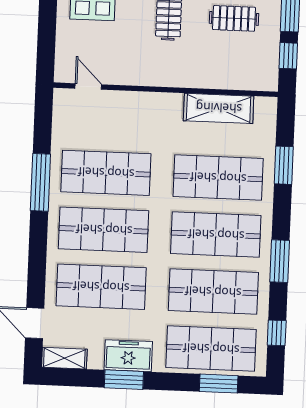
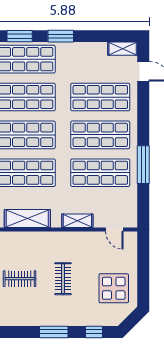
shelving: (143, 102) -> (77, 221), added
freezer: (128, 356) -> (80, 52), removed
window: (124, 380) -> (61, 36), moved

